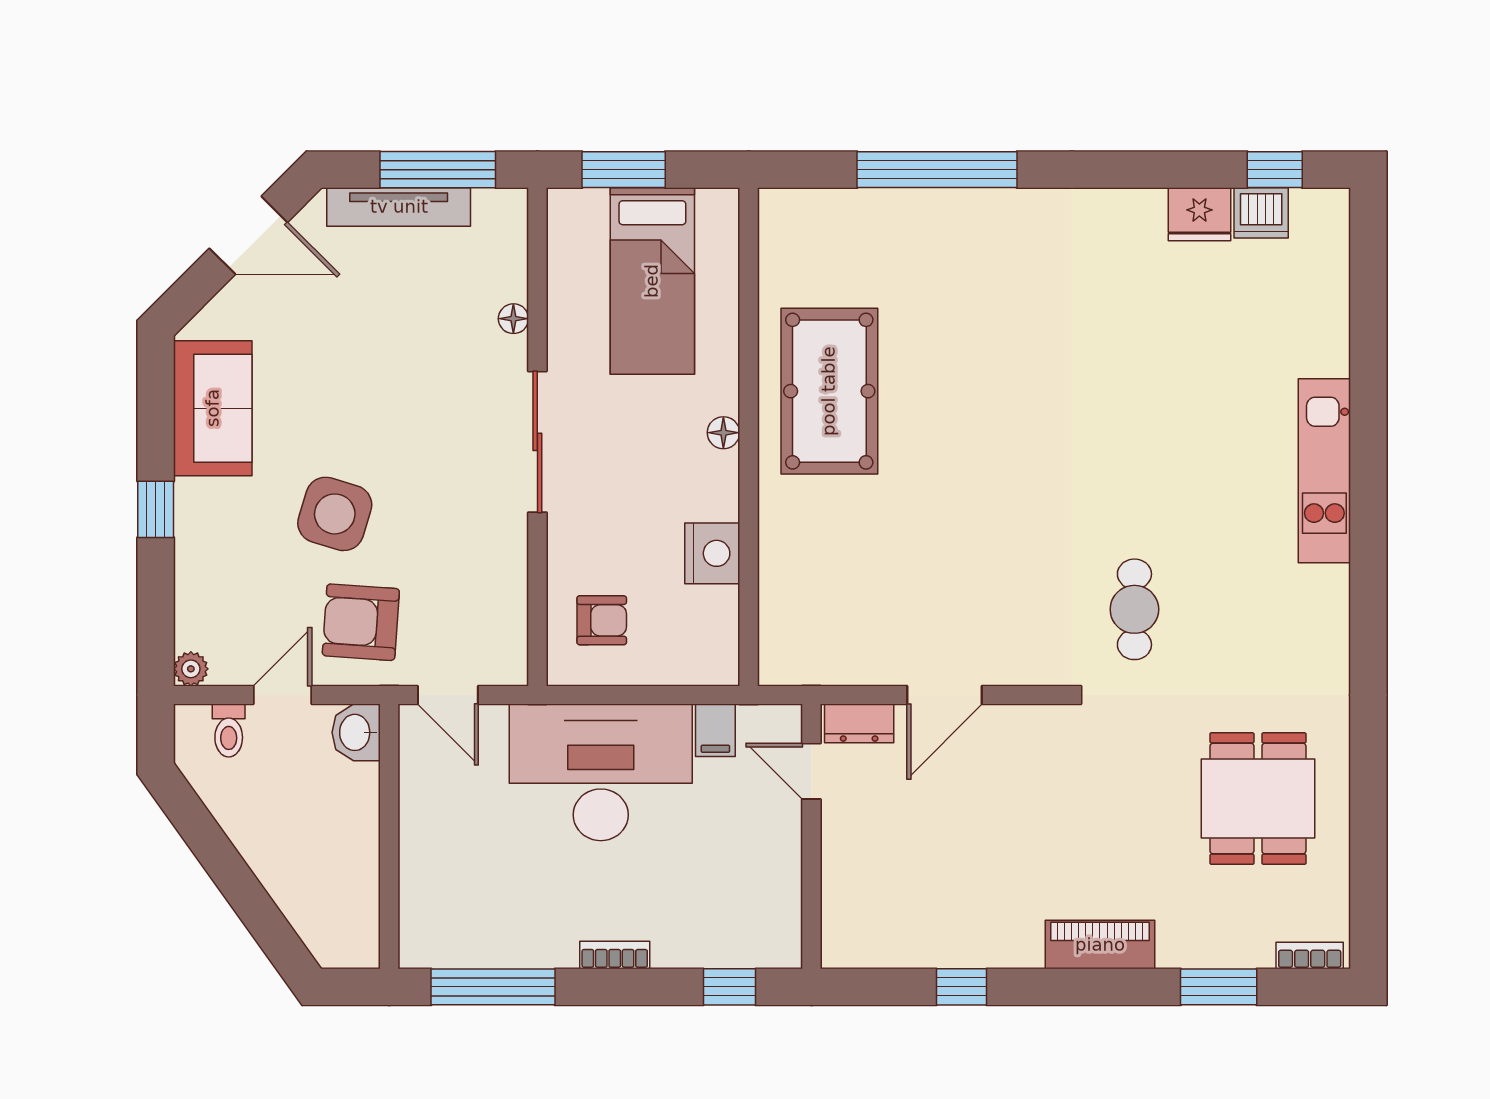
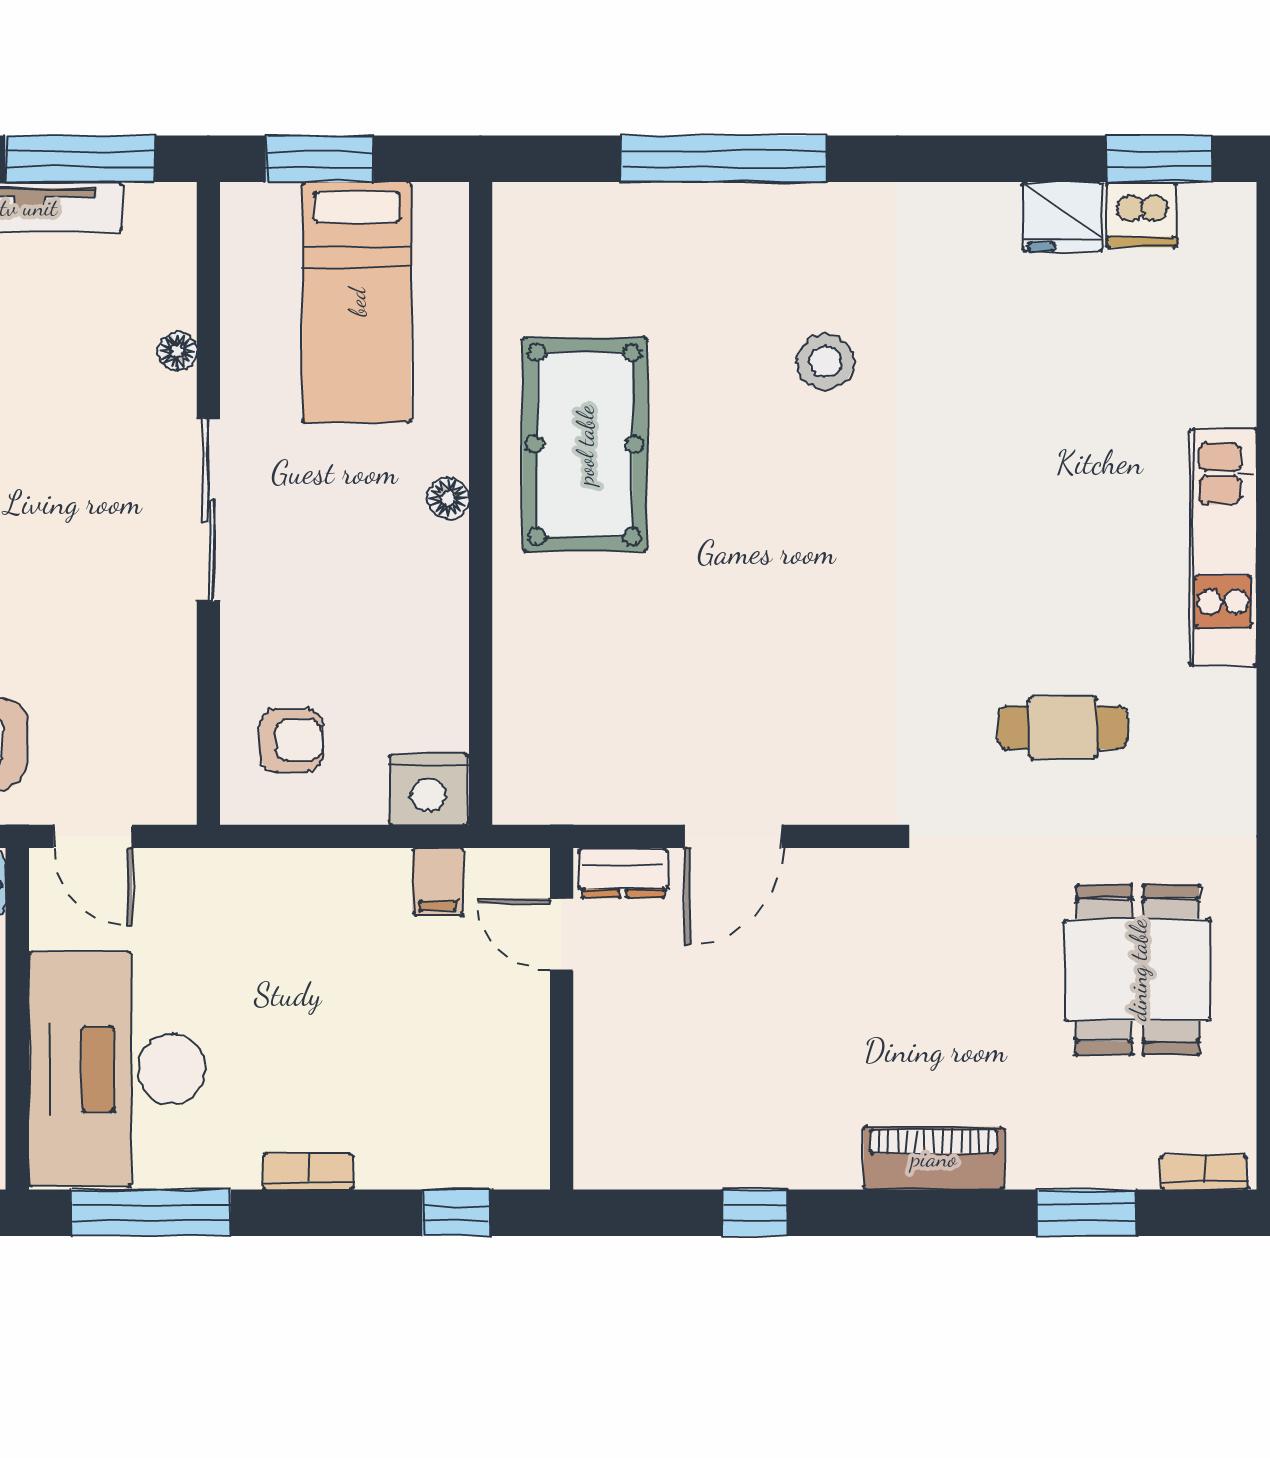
window: (1275, 170) -> (1159, 159), width x1.50
stool: (1016, 327) -> (825, 362), added
nightstand: (712, 553) -> (429, 790), moved, turned 90
cafe table: (1134, 609) -> (1063, 728), moved, turned 90
desk: (601, 772) -> (117, 1069), moved, turned -90

